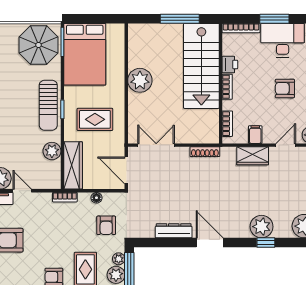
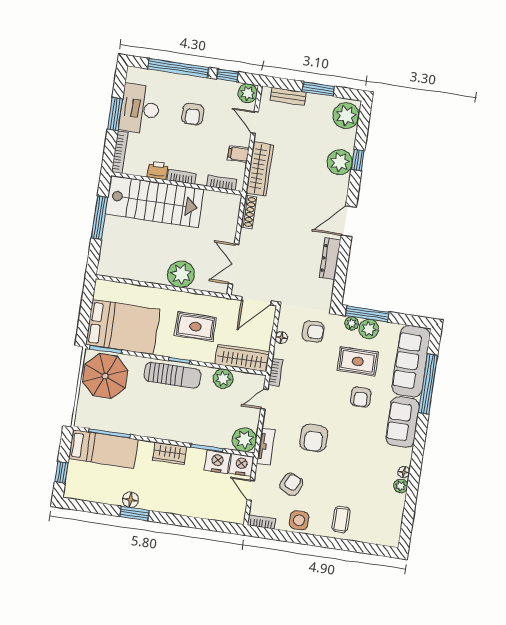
plant: (140, 80) -> (181, 274), moved
rug: (95, 119) -> (196, 327), turned 90
wardrobe: (253, 156) -> (260, 169), width x1.50
door: (22, 191) -> (264, 399), moved

